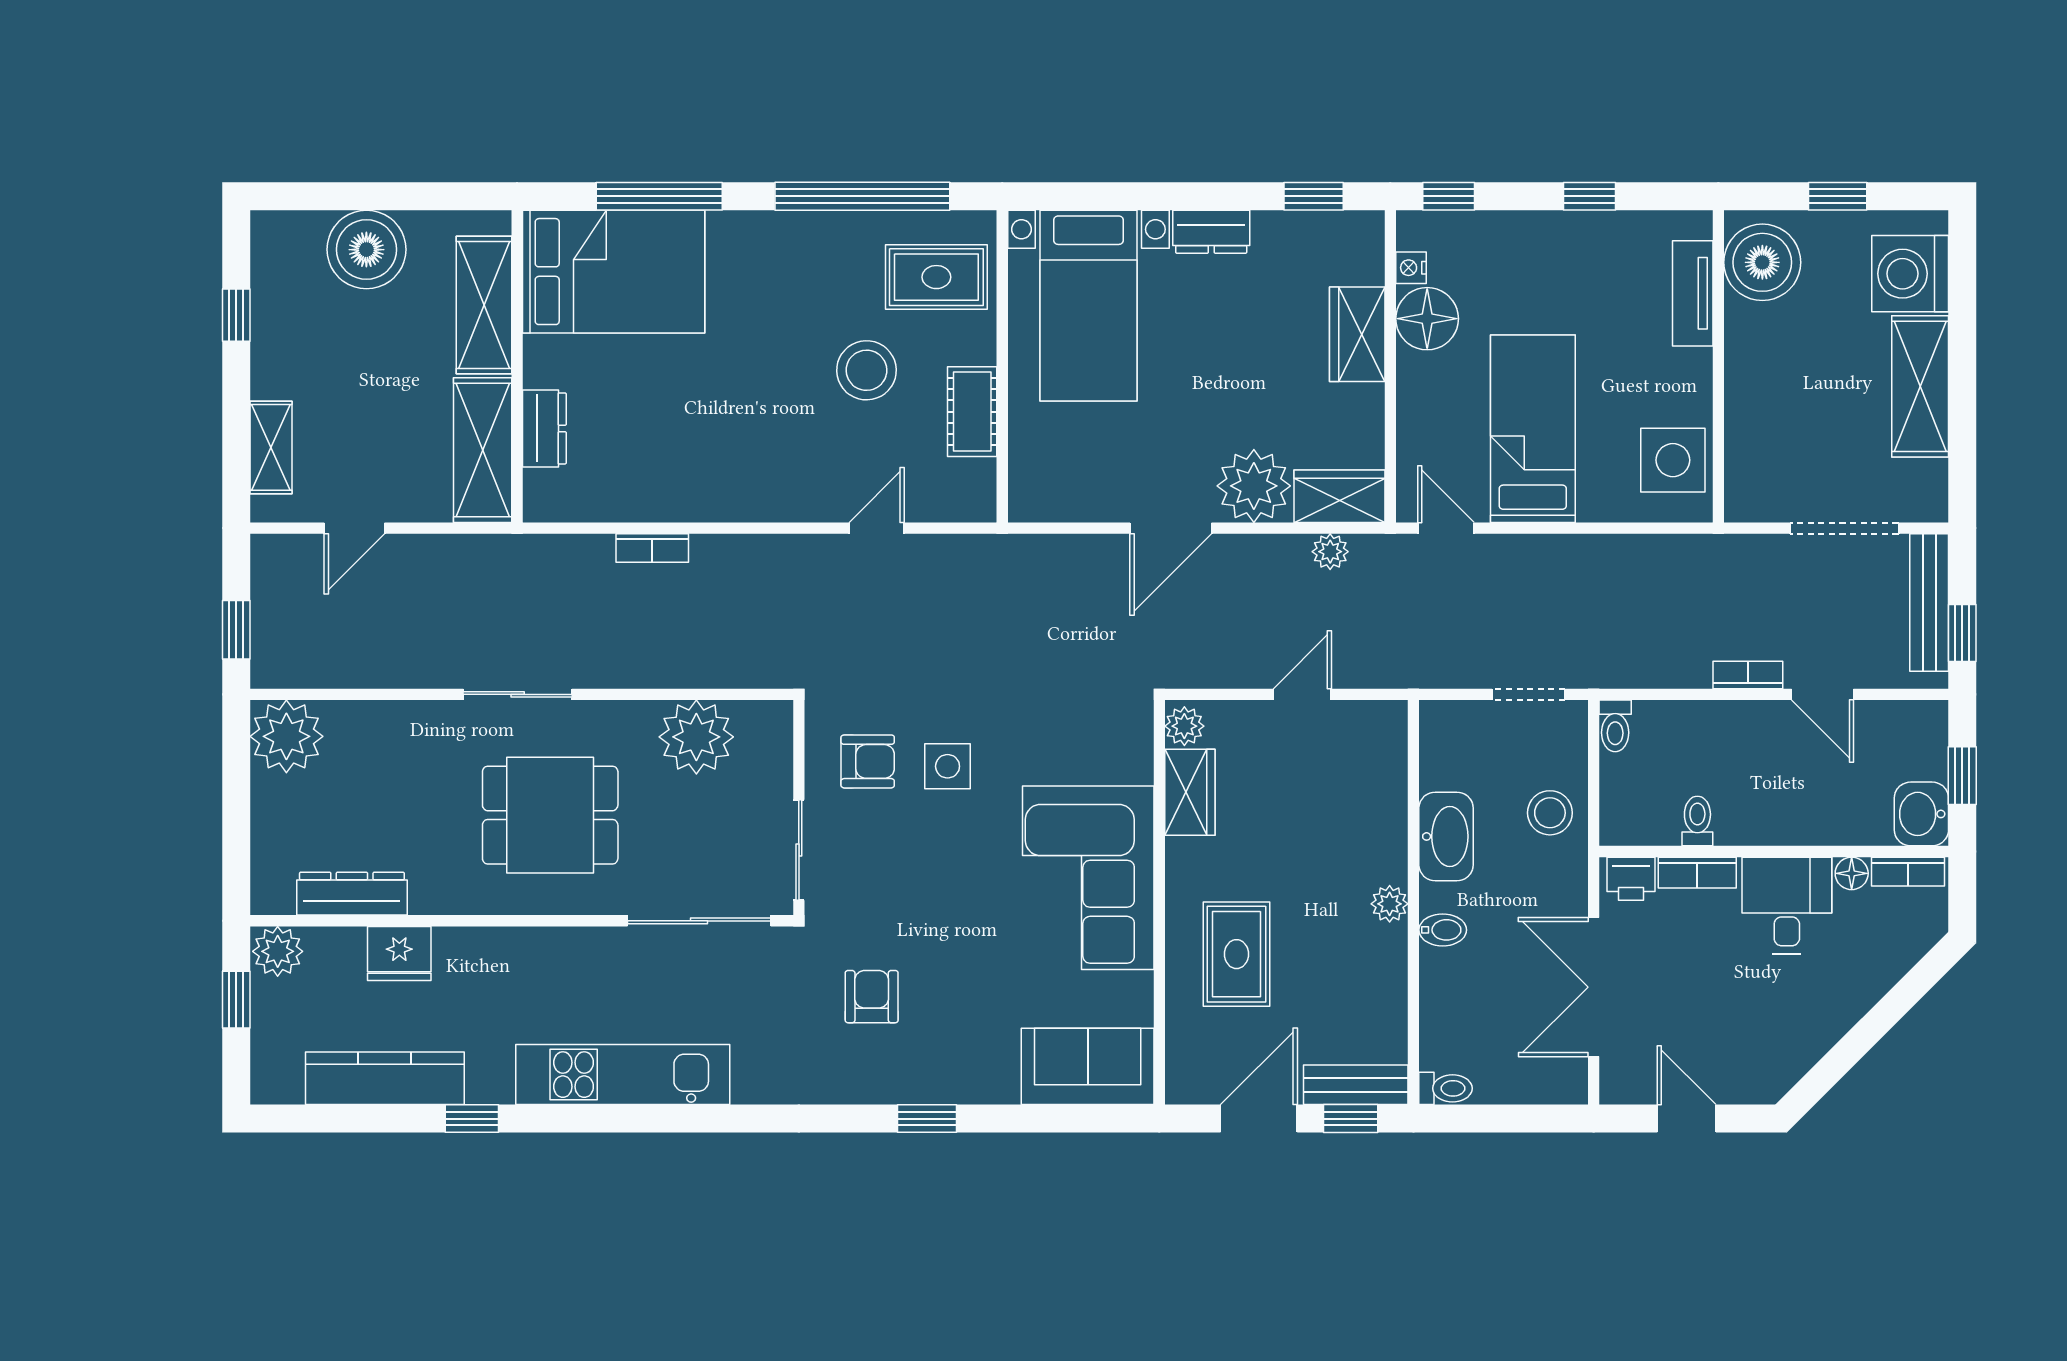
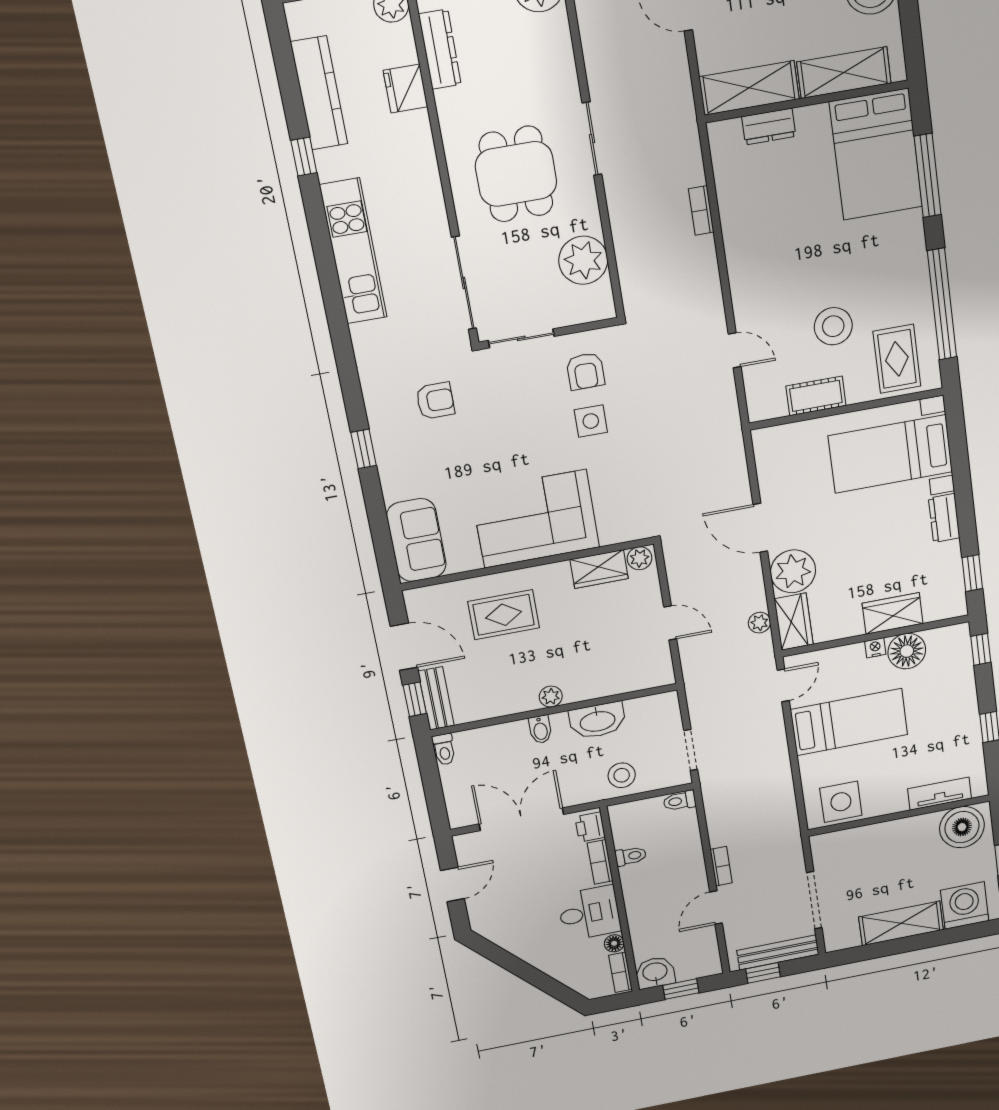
nightstand: (1411, 268) -> (875, 648), moved

